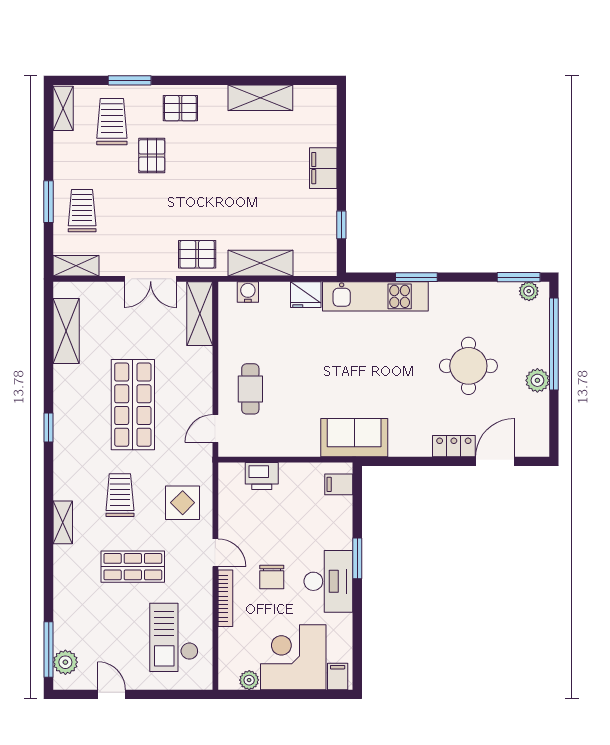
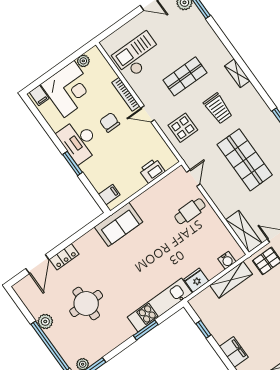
cafe table: (250, 389) -> (190, 211), turned 90
checkout: (174, 637) -> (138, 55), turned -90

